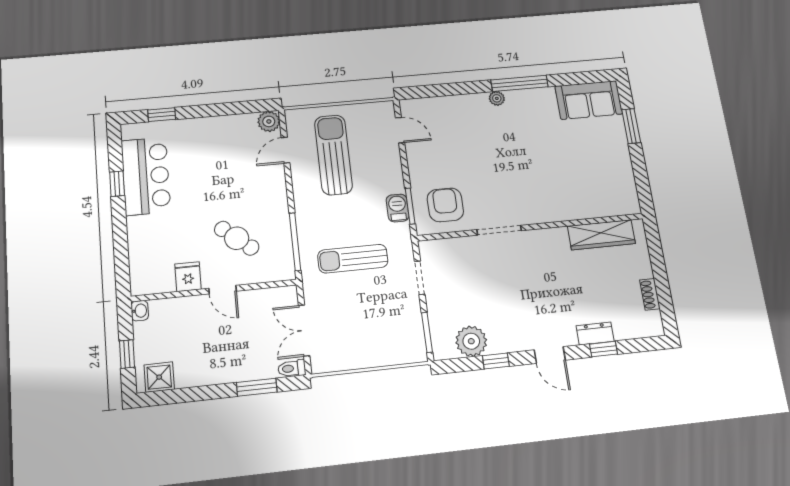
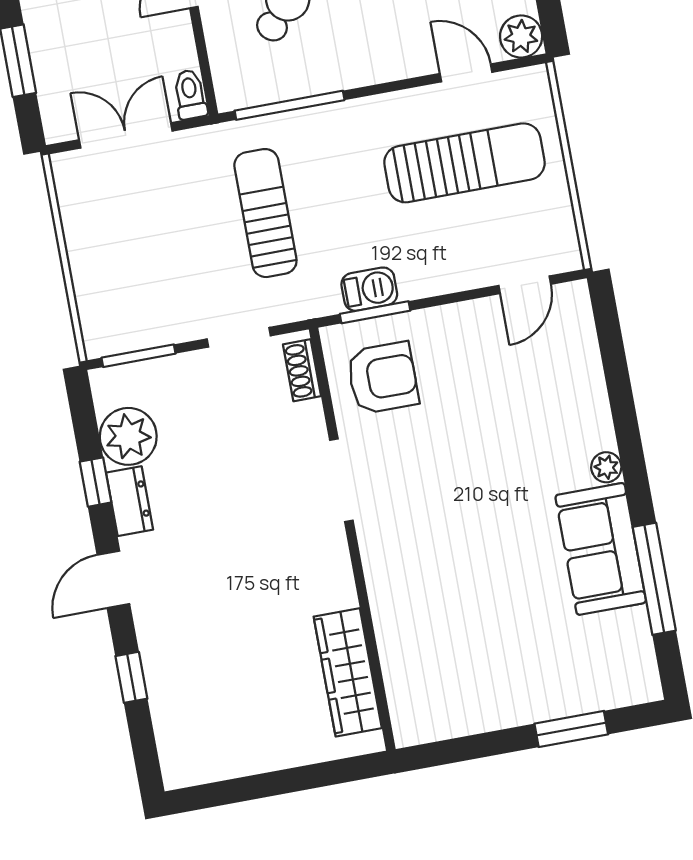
window: (520, 83) -> (654, 579), moved
sofa: (589, 100) -> (601, 549), moved
shoe rack: (650, 294) -> (302, 370), moved, turned -90
dresser: (595, 333) -> (130, 501), moved
toilet: (292, 368) -> (190, 94), moved

